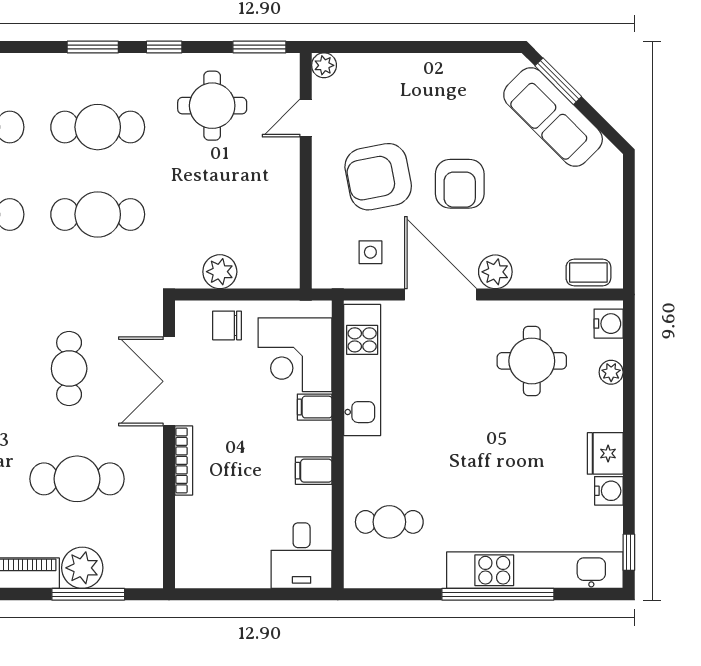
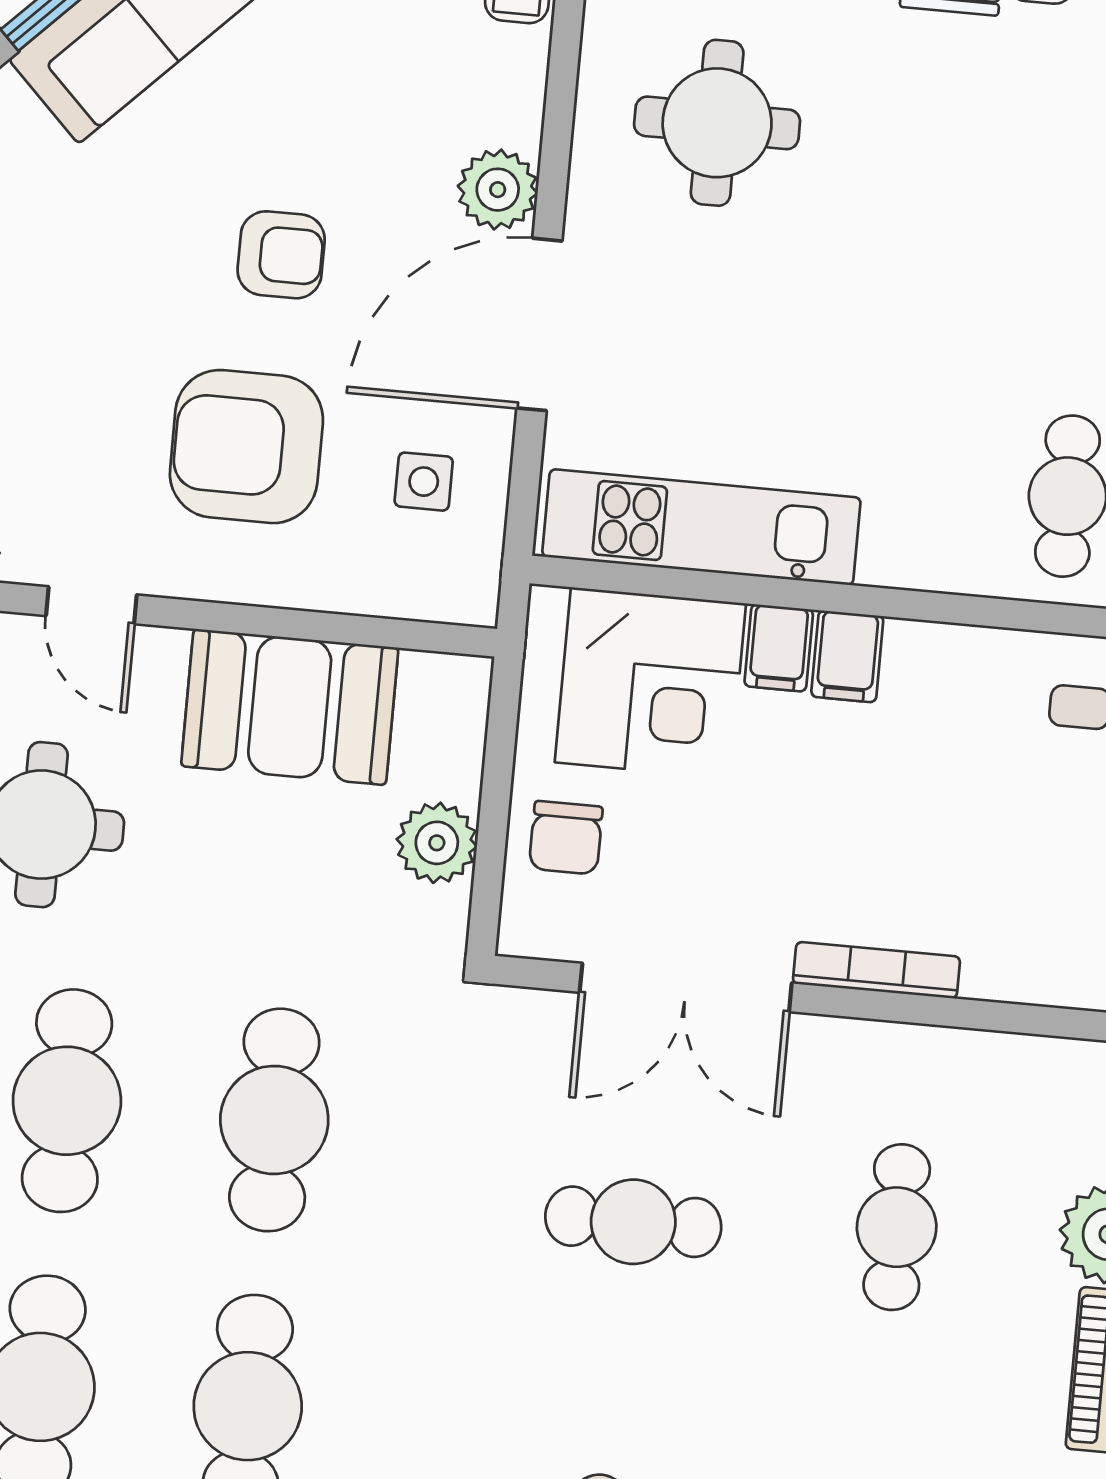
armchair: (378, 177) -> (246, 447), turned 101
armchair: (460, 184) -> (281, 255), width x0.72, depth x0.72
booth: (271, 205) -> (290, 707), added
filing cabinet: (314, 471) -> (847, 656), moved
cafe table: (77, 479) -> (897, 1227), width x0.73, depth x0.74

